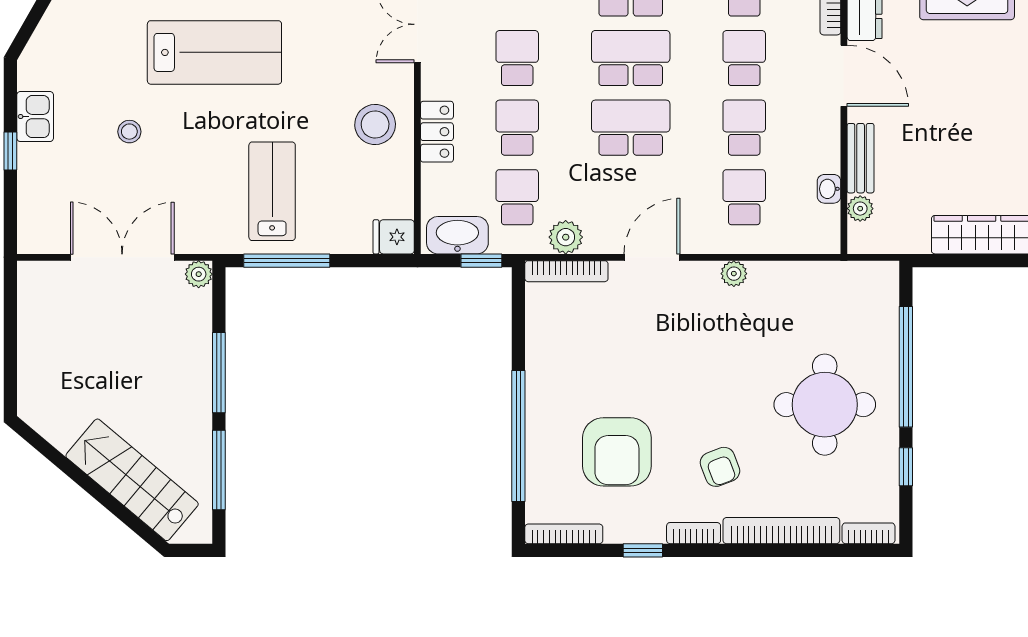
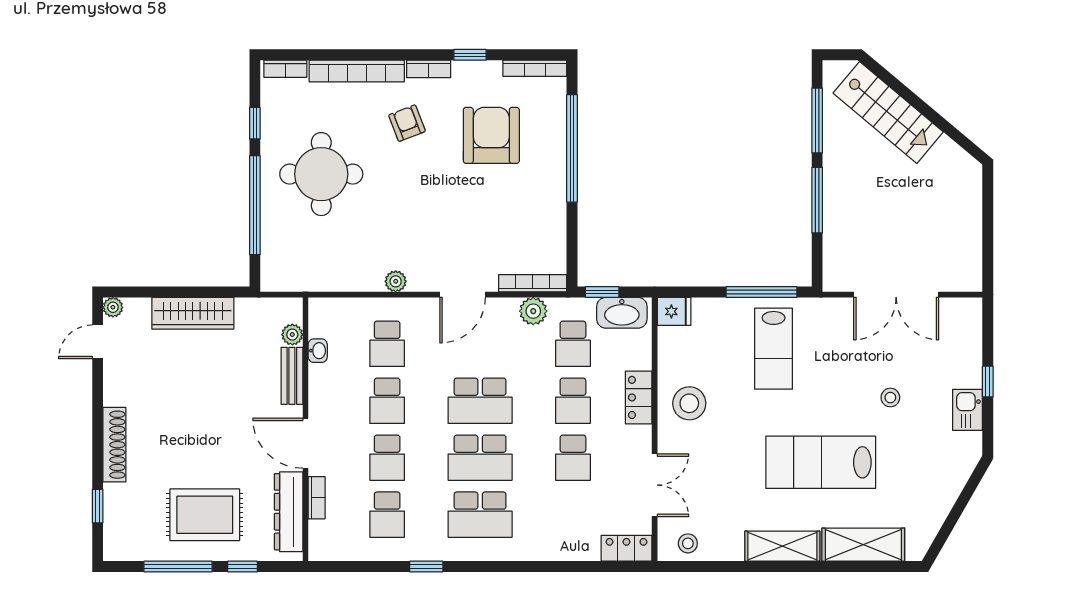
plant: (199, 274) -> (834, 281), removed

